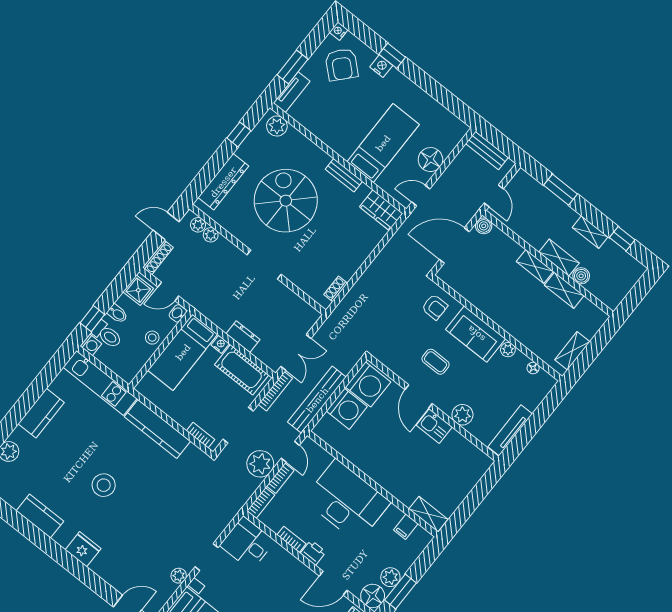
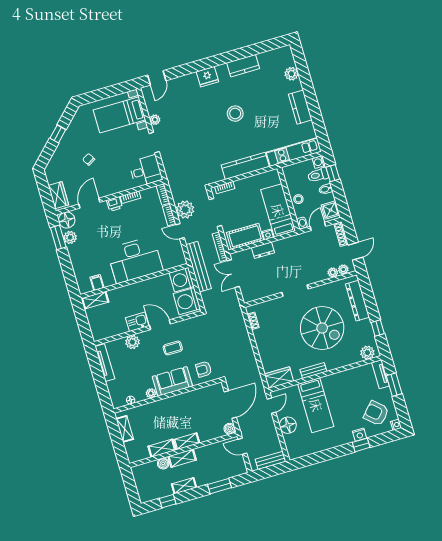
wall: (373, 484) -> (134, 281), moved
desk: (347, 501) -> (135, 260), moved
shelving: (428, 514) -> (95, 300), moved
filing cabinet: (406, 527) -> (97, 283), moved

